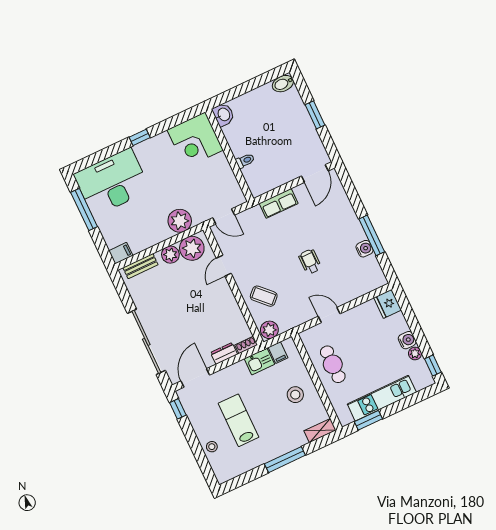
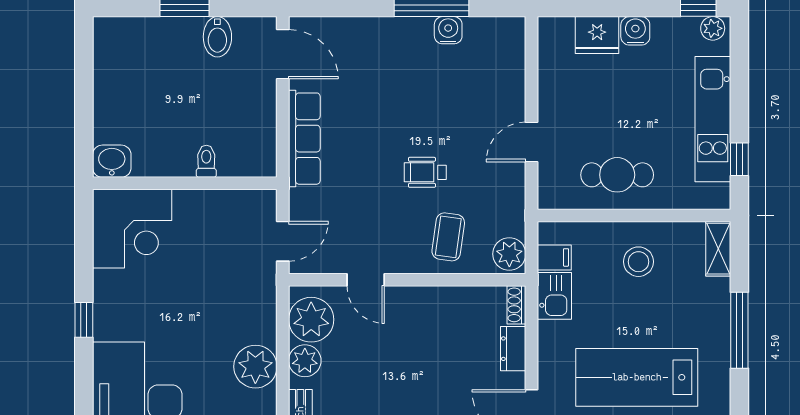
bidet: (283, 84) -> (217, 37), moved
row of seats: (279, 203) -> (304, 139), width x1.48
plant: (180, 221) -> (255, 367), moved
wheelchair: (310, 262) -> (425, 172), moved
coffee table: (264, 296) -> (448, 237), turned -37
fridge: (388, 304) -> (597, 35), moved
plant: (415, 354) -> (713, 28), moved
lab bench: (238, 420) -> (637, 377), width x1.36, depth x1.39
window: (368, 420) -> (739, 159), width x0.67

